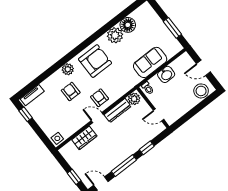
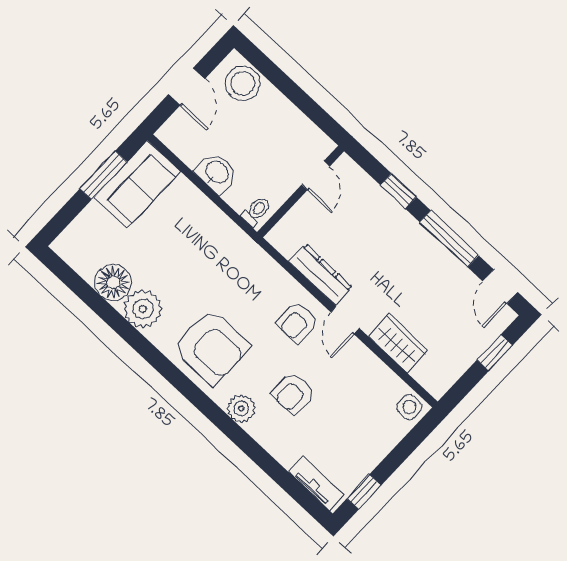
armchair: (95, 61) -> (212, 347), turned 180
sofa: (150, 62) -> (137, 185), moved, turned -90
plant: (134, 99) -> (286, 240), removed

